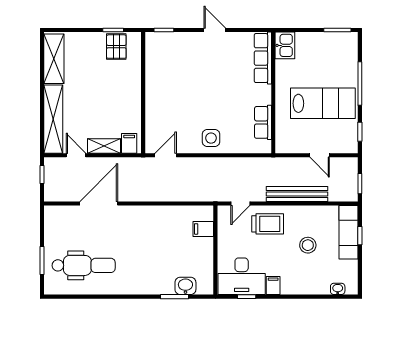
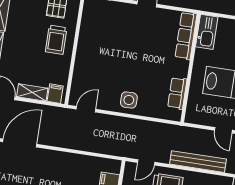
kitchen sink: (285, 45) -> (207, 32), width x1.38
trolley: (121, 84) -> (56, 40), added

